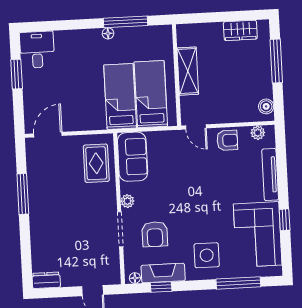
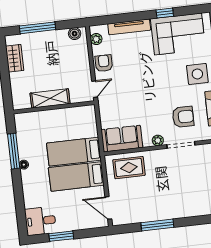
bed: (151, 94) -> (76, 176), moved

